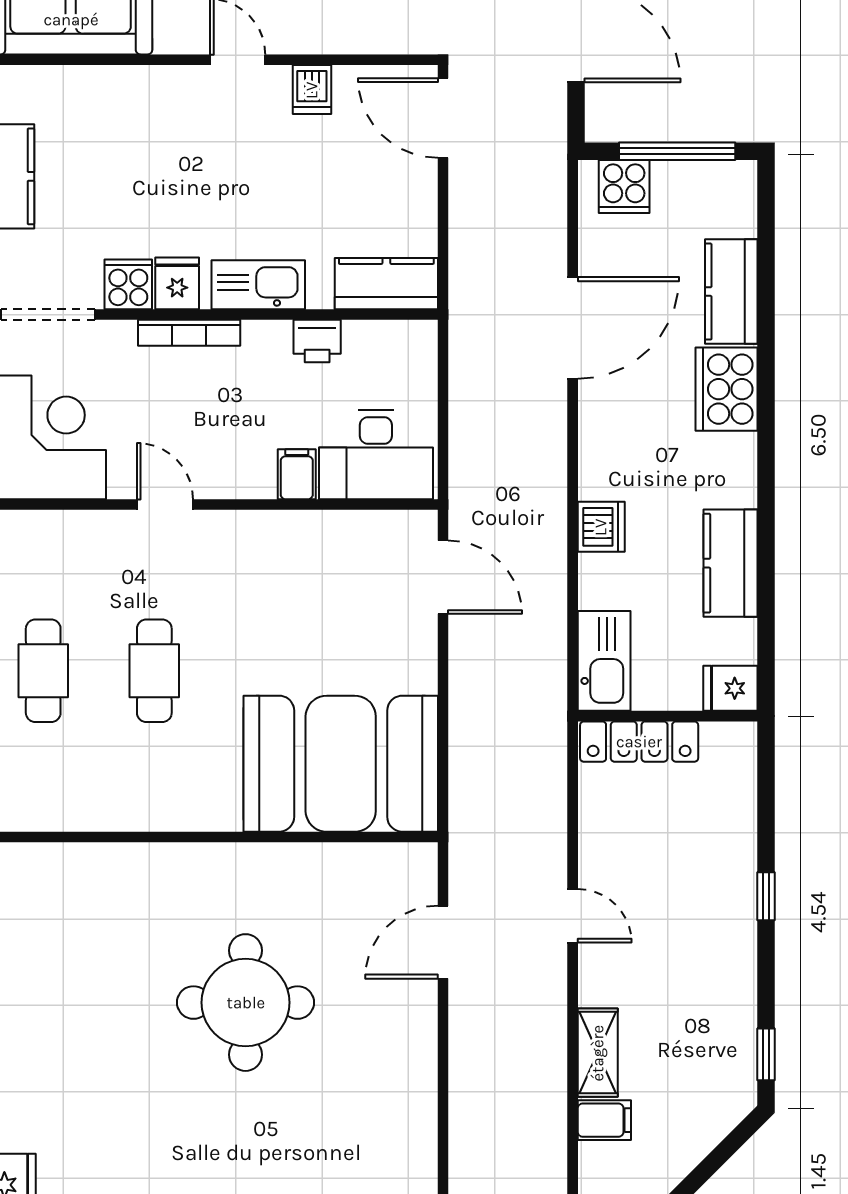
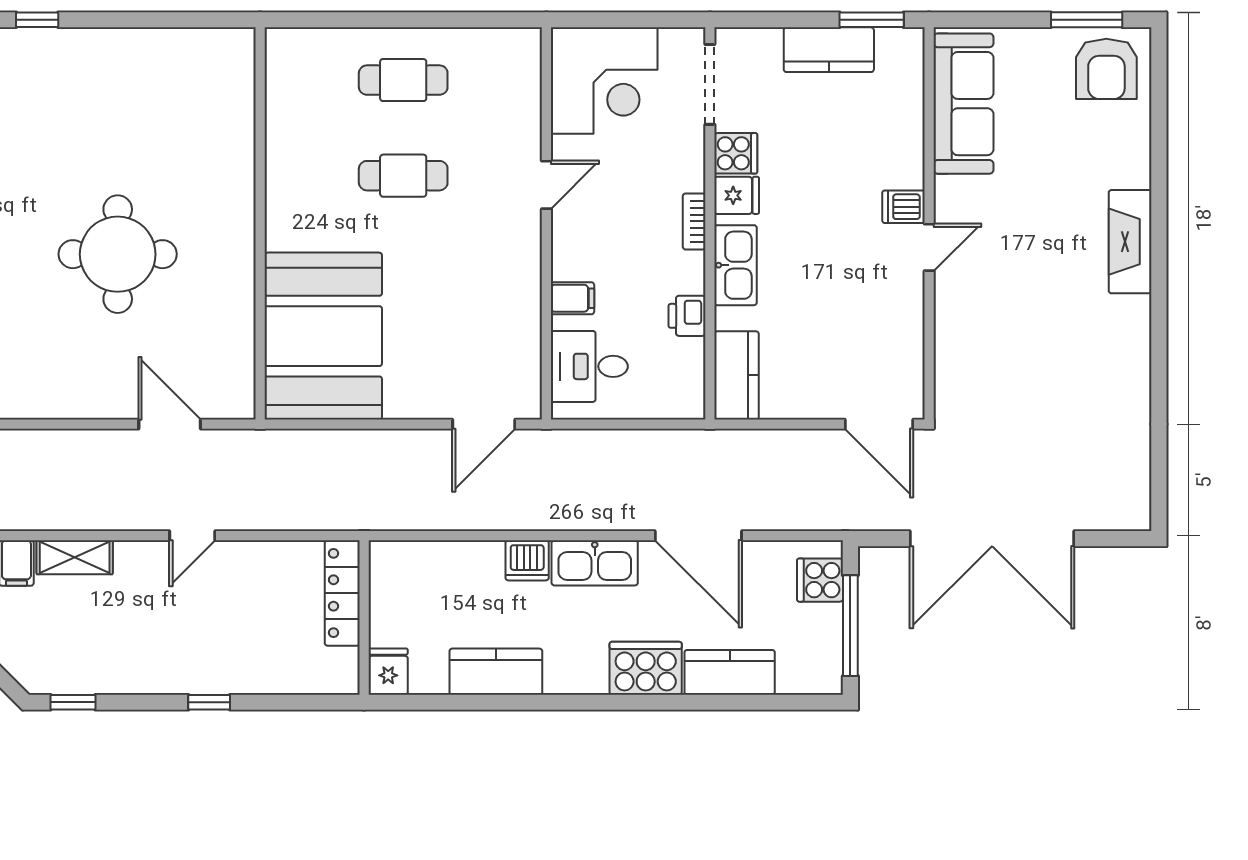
dishwasher: (312, 90) -> (903, 207), moved
door: (443, 118) -> (879, 424), swing flipped
bookcase: (189, 333) -> (694, 221), width x0.64
desk: (376, 455) -> (589, 366), width x0.73
kitchen sink: (604, 661) -> (595, 563), moved

